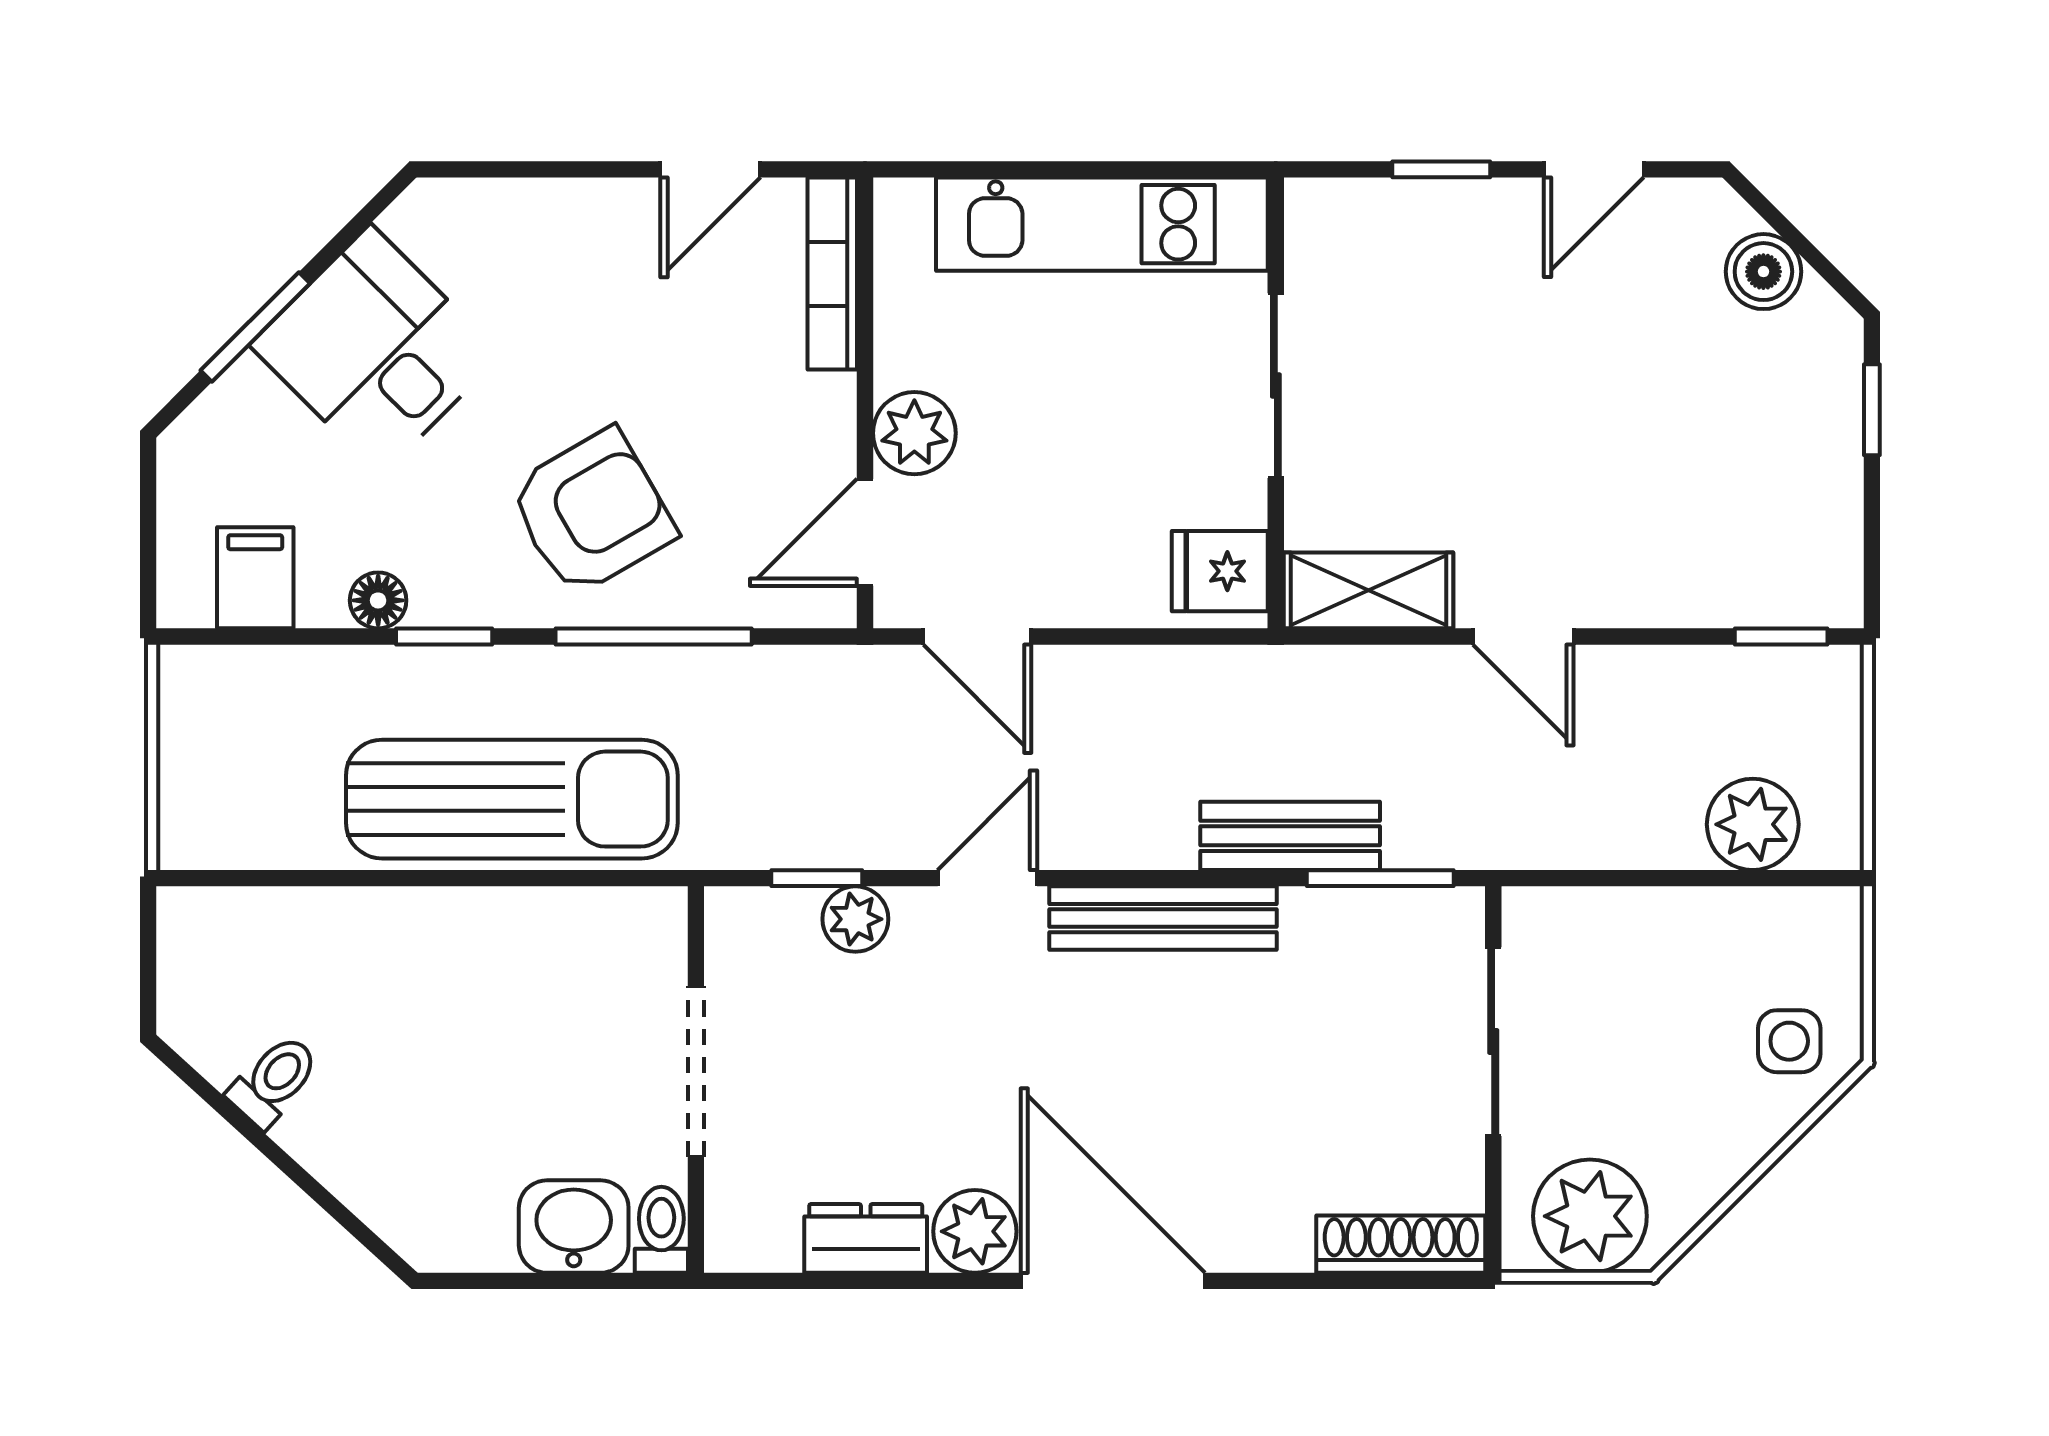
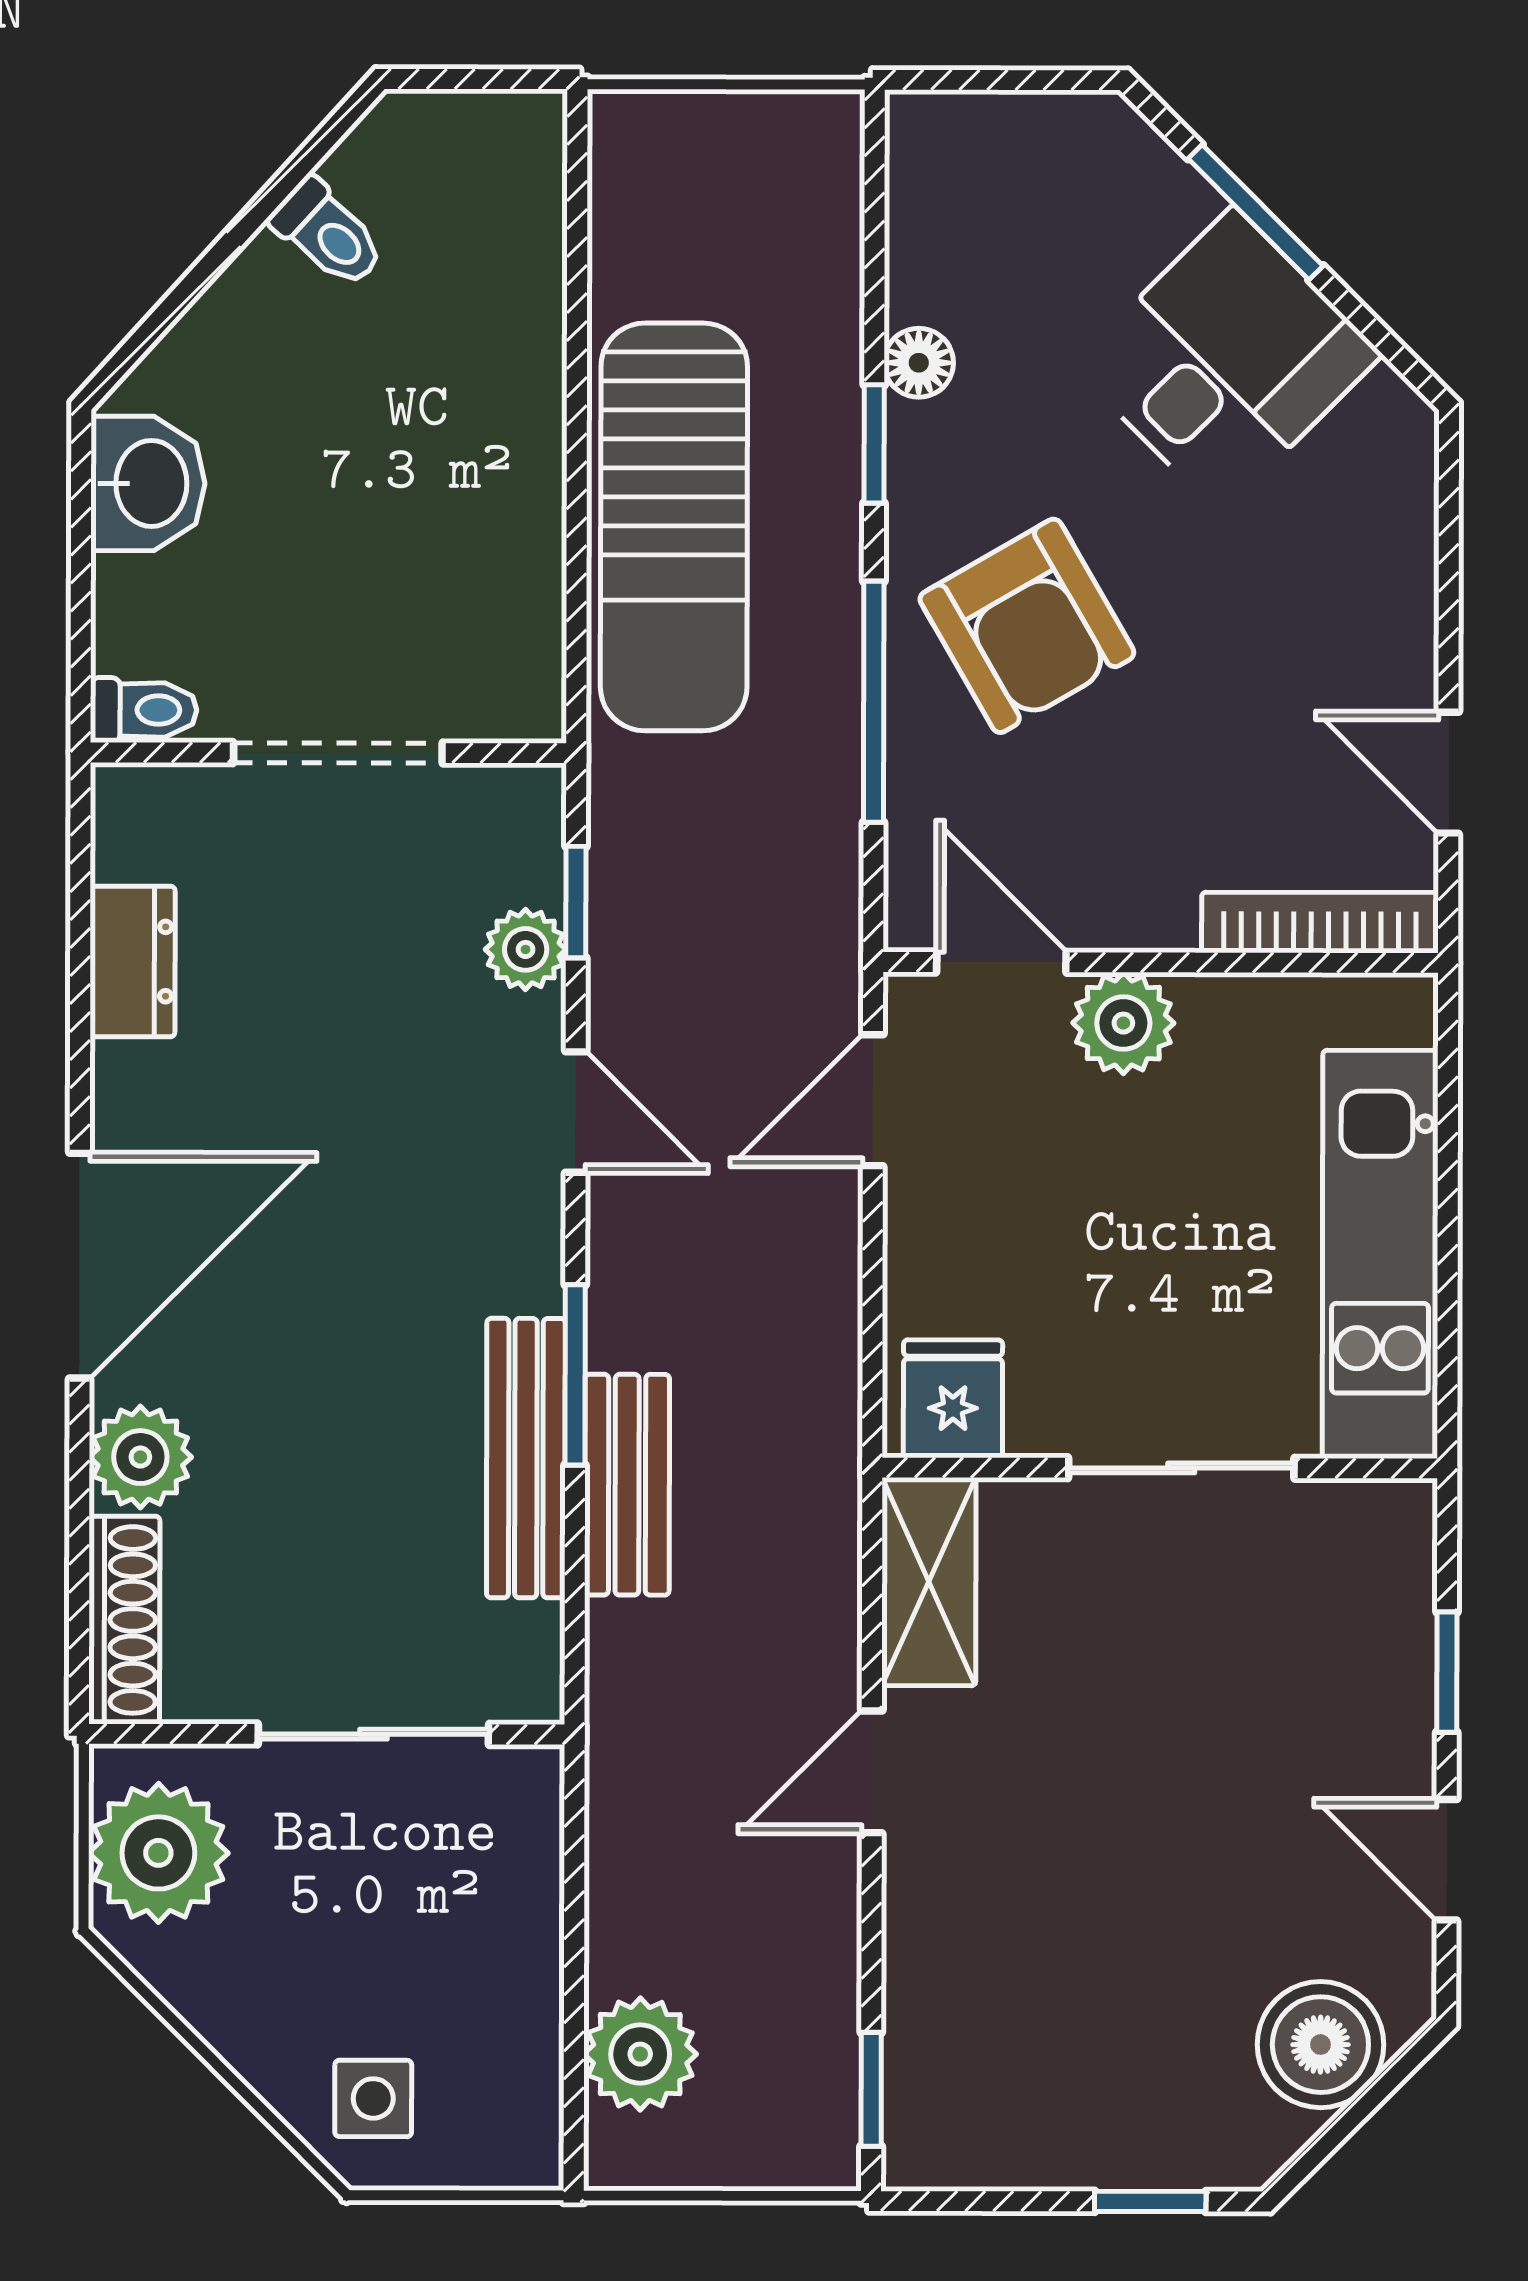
boiler: (1763, 272) -> (1320, 2045), width x1.36, depth x1.36
filing cabinet: (255, 578) -> (947, 212), removed
window: (1380, 878) -> (575, 1375), moved
bench: (1163, 918) -> (526, 1458), moved
washbasin: (574, 1227) -> (148, 483), moved
plant: (975, 1231) -> (140, 1457), moved

